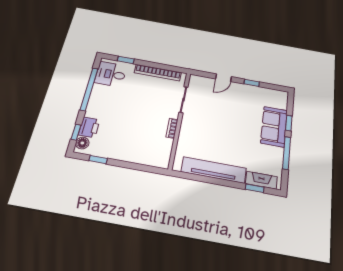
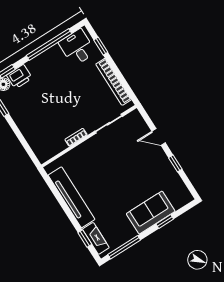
window: (287, 153) -> (124, 247), moved

